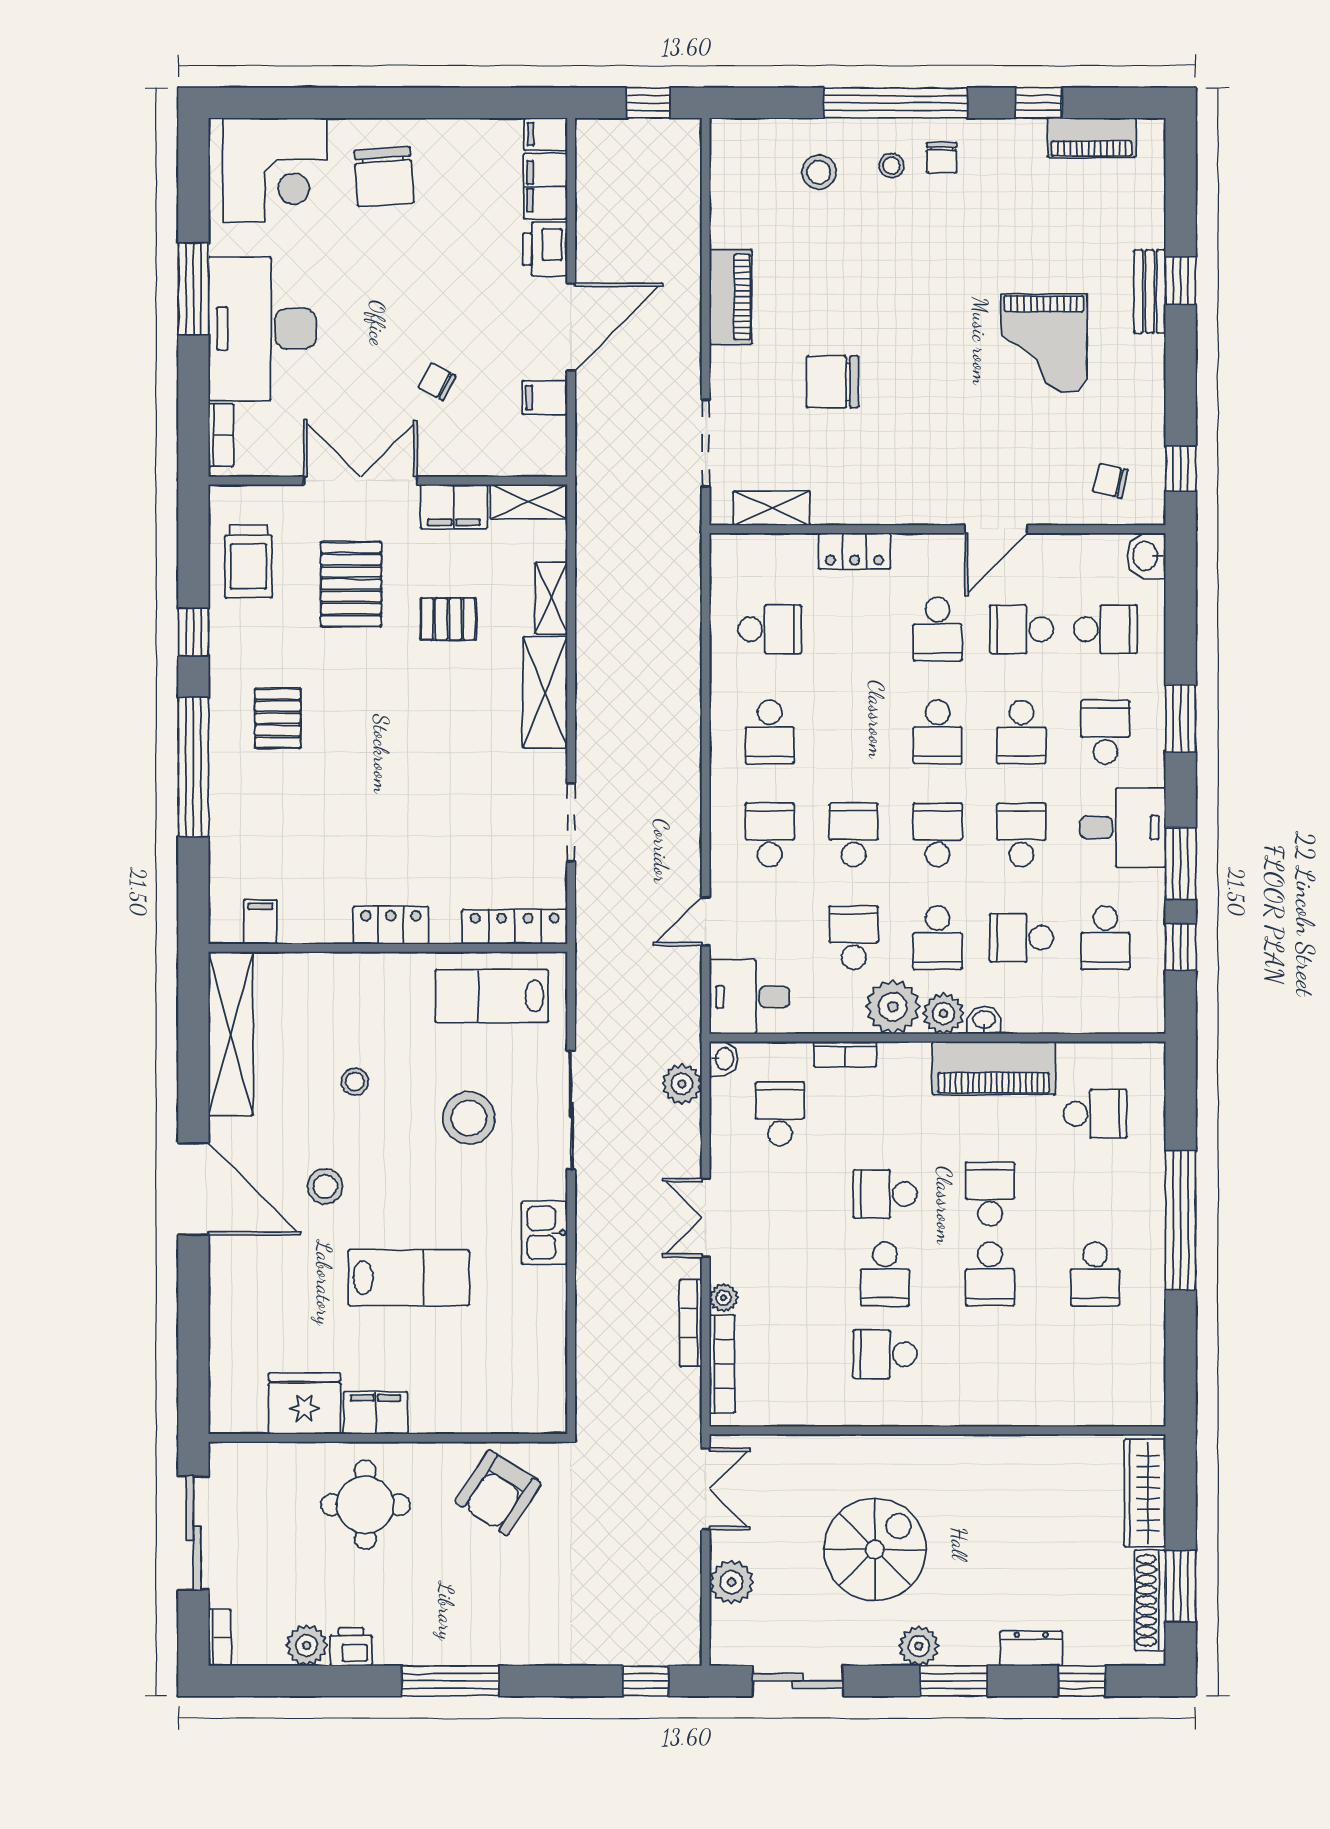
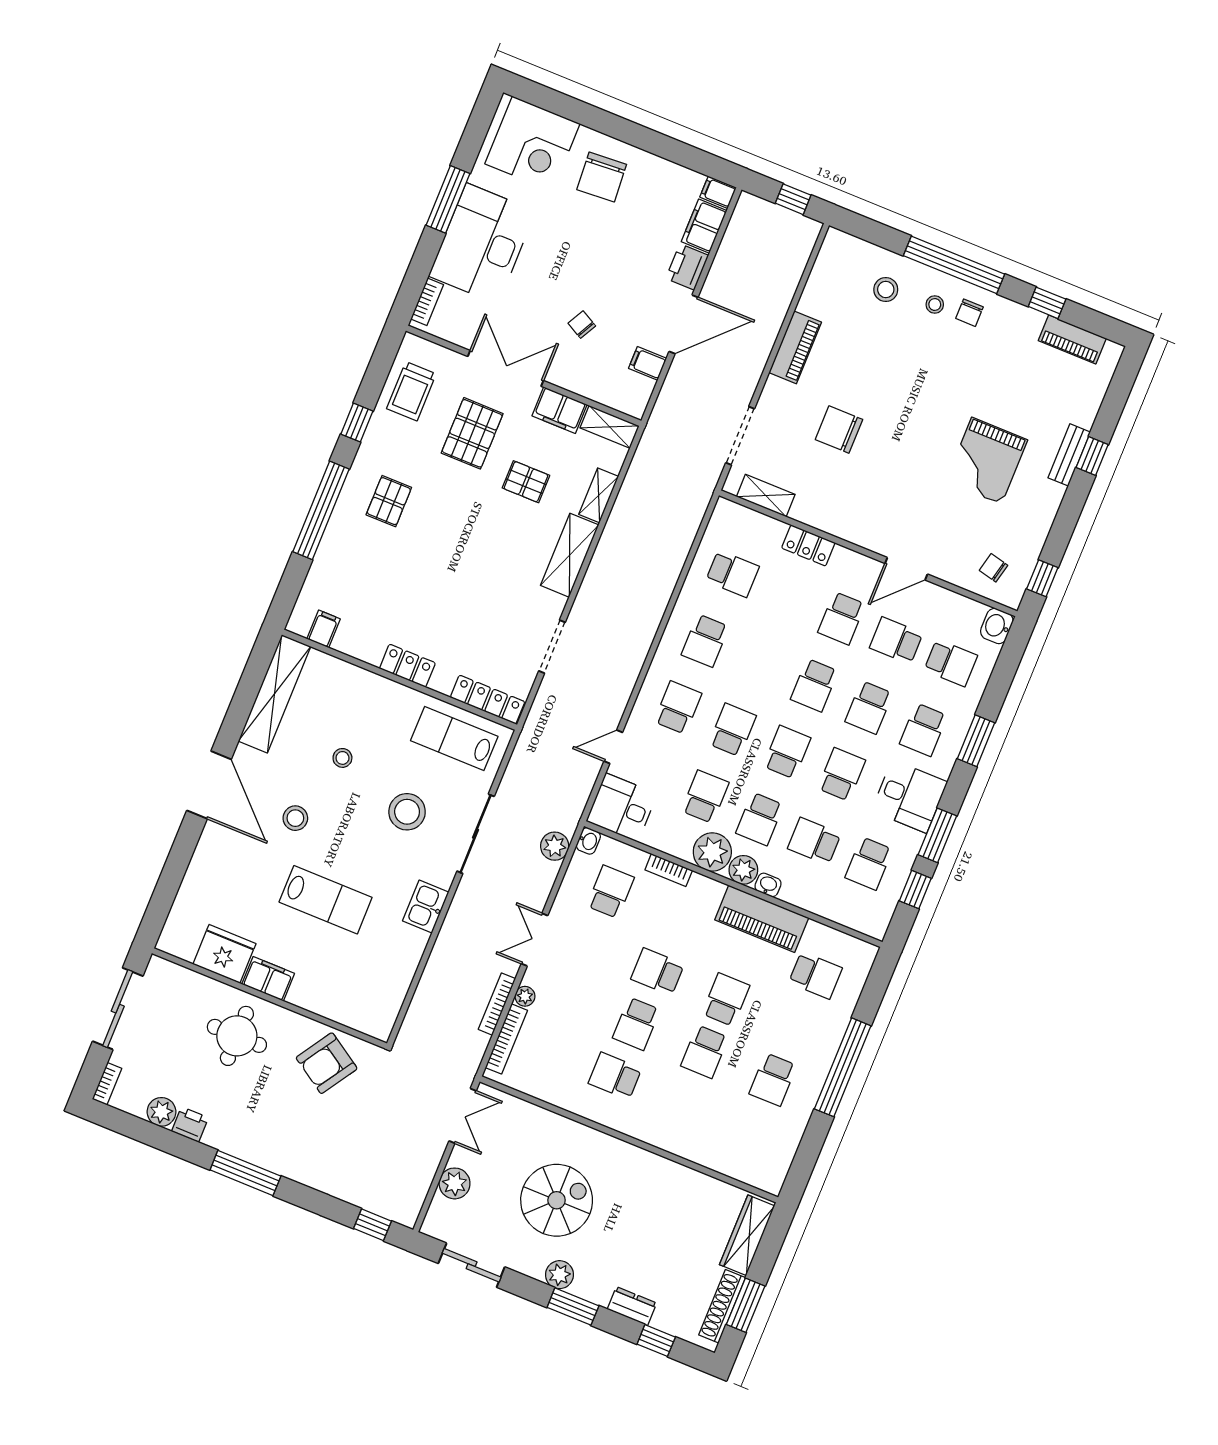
school desk: (1105, 732) -> (923, 730), turned 180

